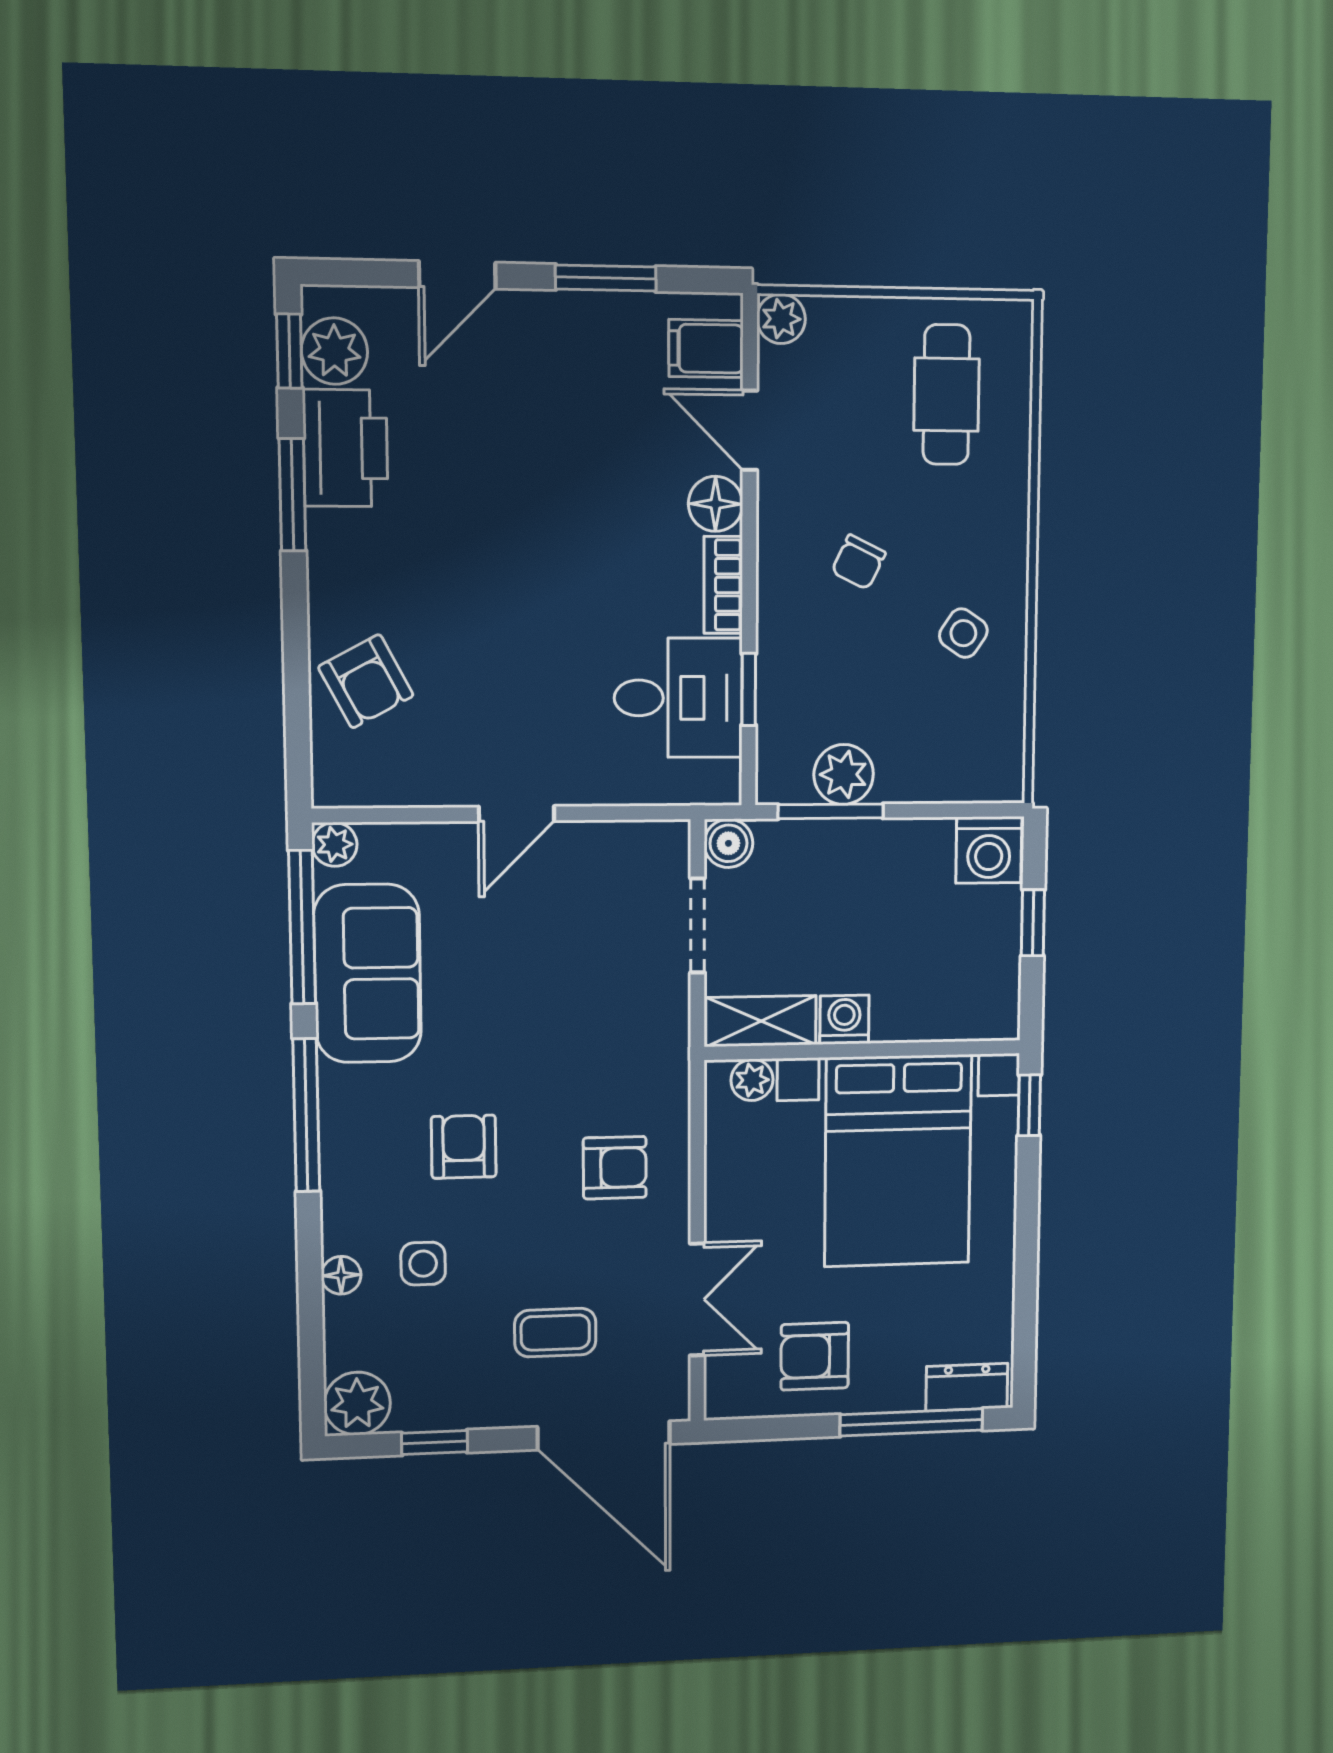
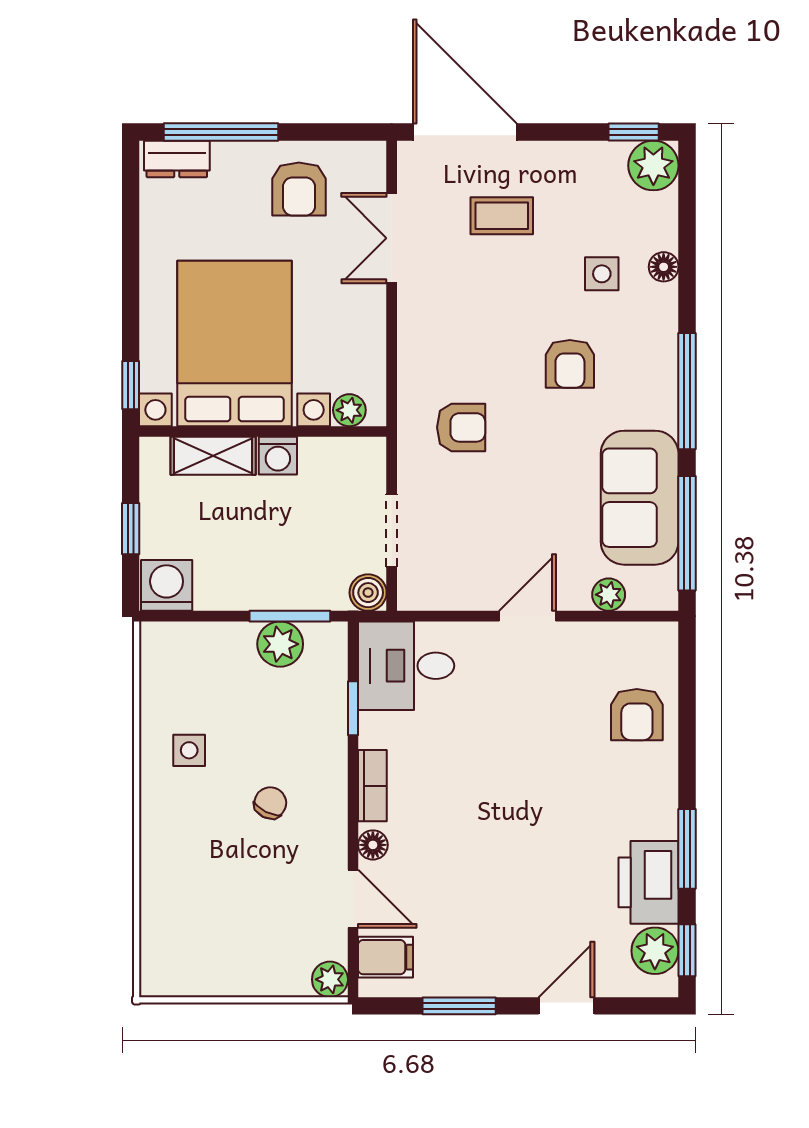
cafe table: (946, 395) -> (205, 927), removed
floor lamp: (716, 504) -> (373, 845), width x0.73, depth x0.73
side table: (963, 633) -> (189, 750), turned -34
armchair: (366, 681) -> (637, 715), turned -152
desk: (678, 698) -> (406, 666), moved
plant: (334, 844) -> (609, 595), moved
shelving: (761, 1021) -> (213, 456), moved
armchair: (615, 1168) -> (461, 427), moved, turned 180
armchair: (815, 1356) -> (299, 189), turned 90
window: (435, 1443) -> (634, 132), moved

